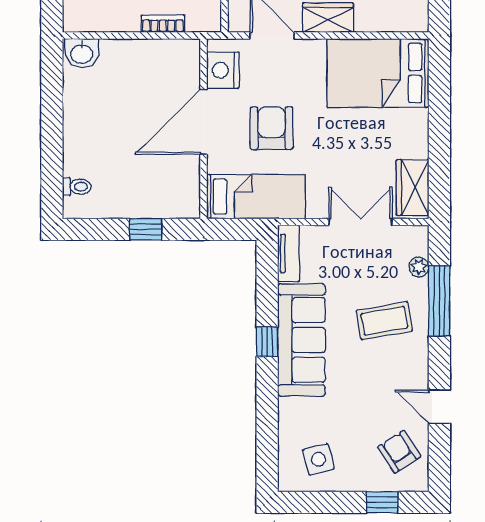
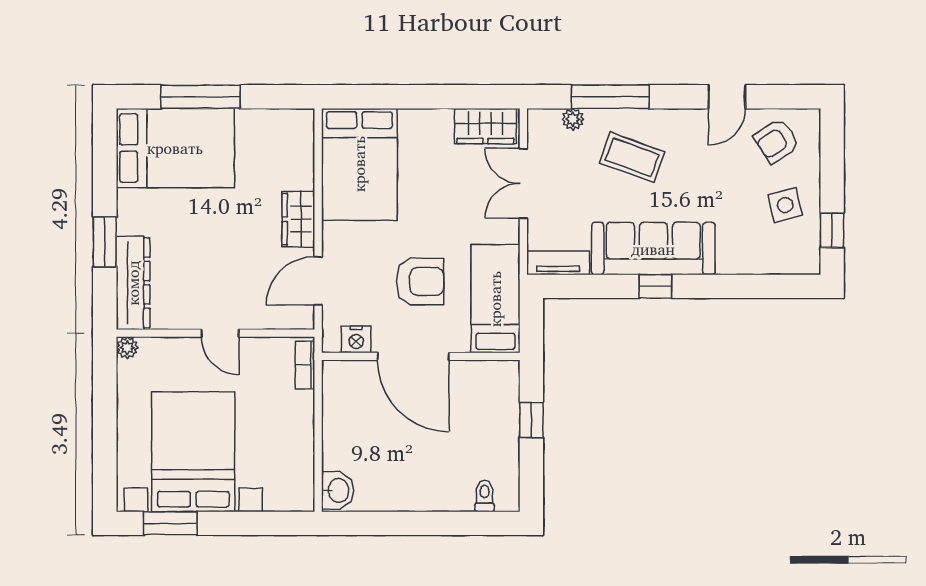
bookcase: (163, 24) -> (305, 365), moved
nightstand: (223, 70) -> (356, 339), width x0.74, depth x0.75
armchair: (272, 128) -> (420, 281), turned 180
coffee table: (384, 321) -> (632, 157), turned -60
side table: (318, 459) -> (785, 205), moved
window: (382, 502) -> (832, 230), moved

